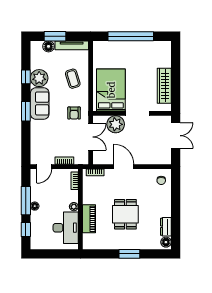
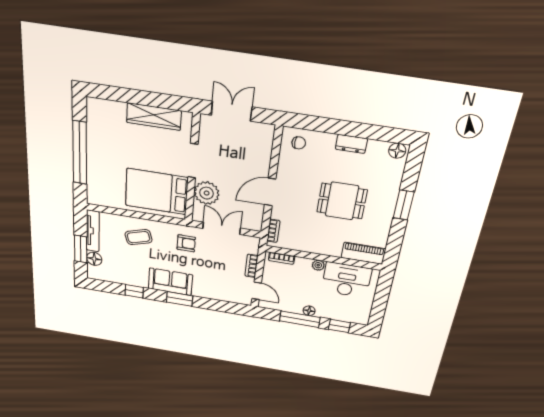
plant: (39, 78) -> (136, 277), removed
piano: (89, 219) -> (363, 253), moved
dresser: (166, 227) -> (351, 144), moved

